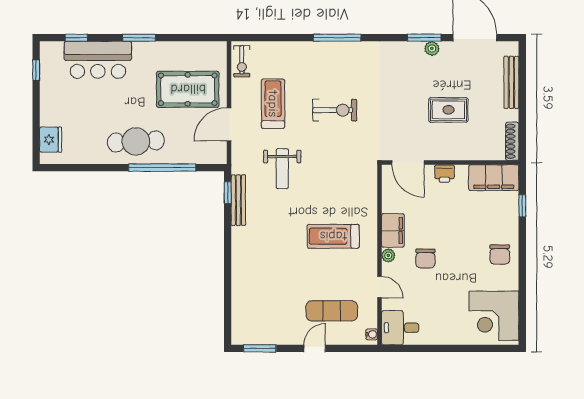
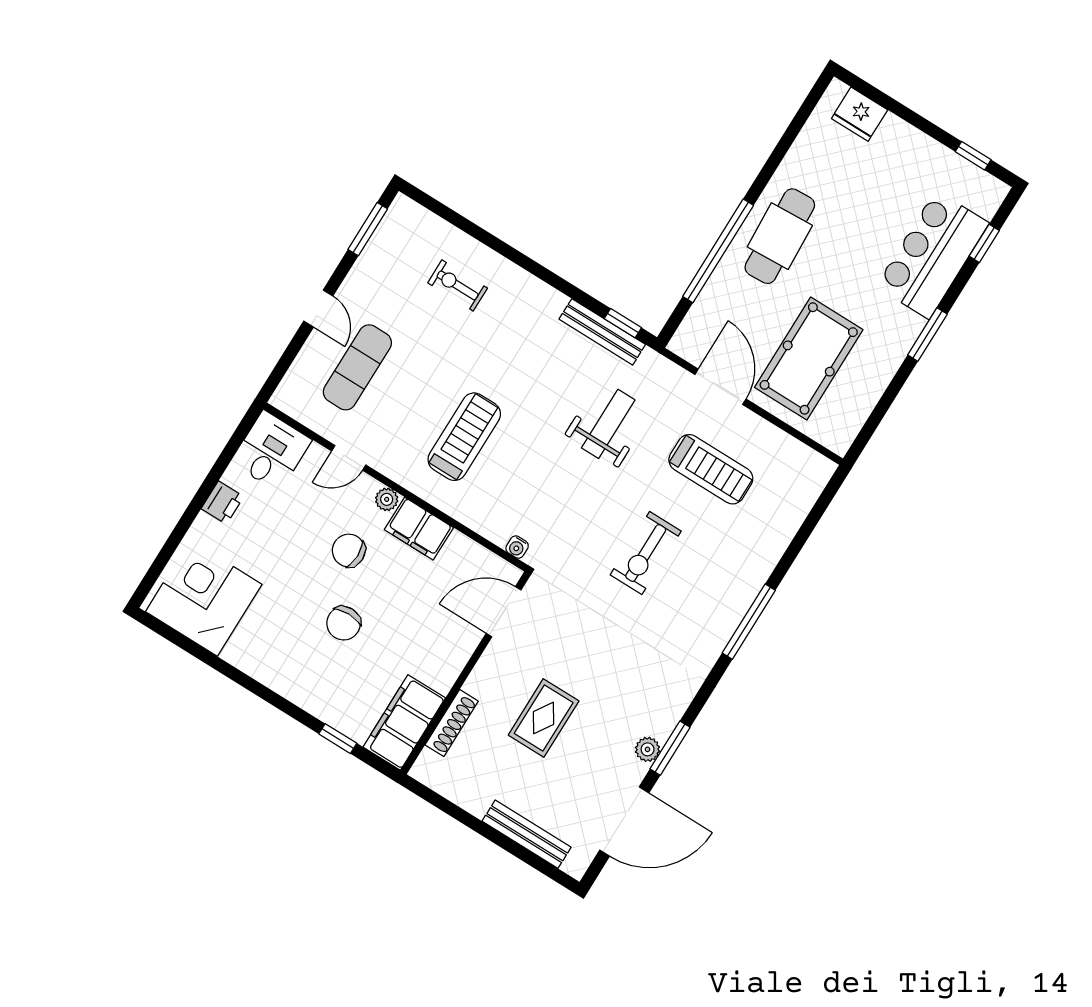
exercise bike: (242, 61) -> (458, 285), moved
shoe rack: (512, 141) -> (452, 723), moved, turned 90
weight bench: (282, 169) -> (608, 424), turned 90
printer: (444, 174) -> (222, 503), moved, turned 180
chair: (500, 255) -> (344, 623), moved, turned -90
water cooler: (372, 334) -> (517, 547), moved

